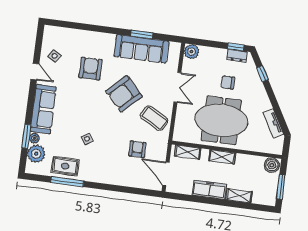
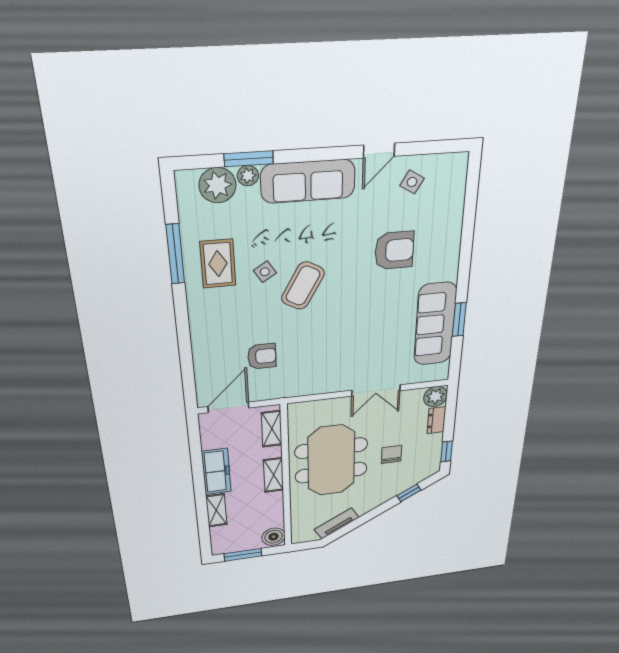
dresser: (237, 56) -> (437, 420), moved
armchair: (124, 94) -> (356, 314), removed
coffee table: (154, 118) -> (303, 286), moved
rug: (65, 166) -> (218, 264), moved

